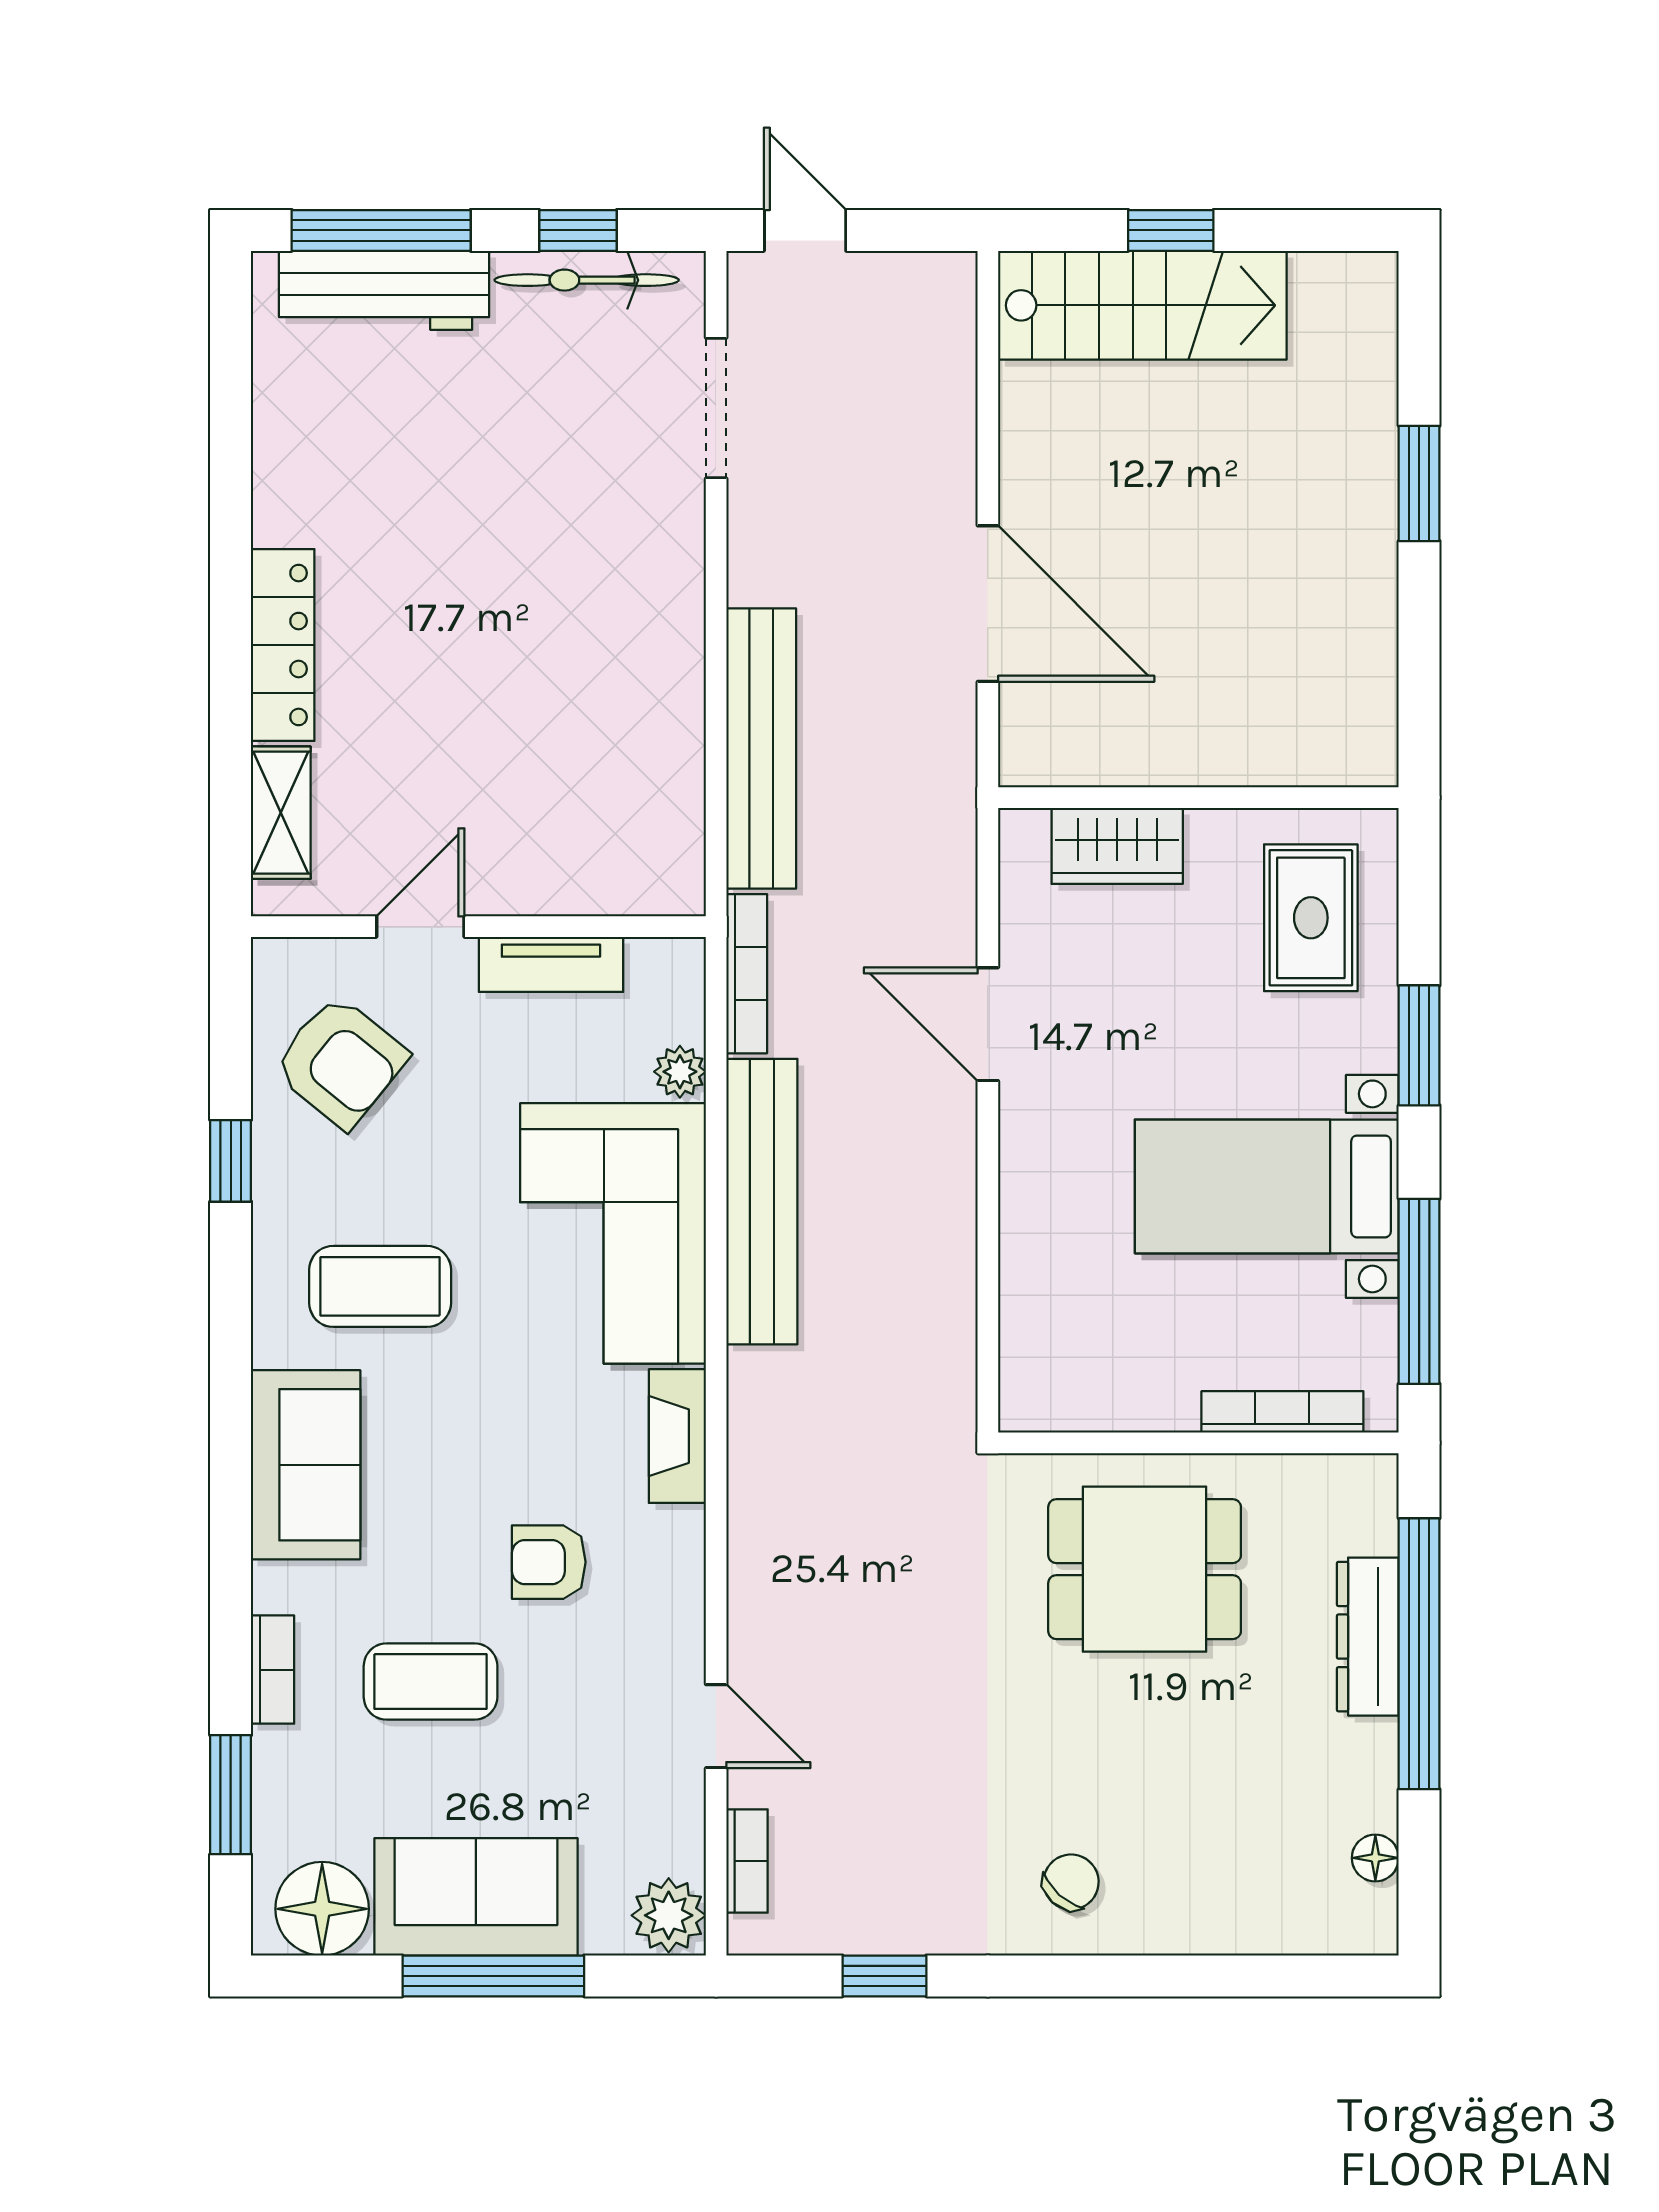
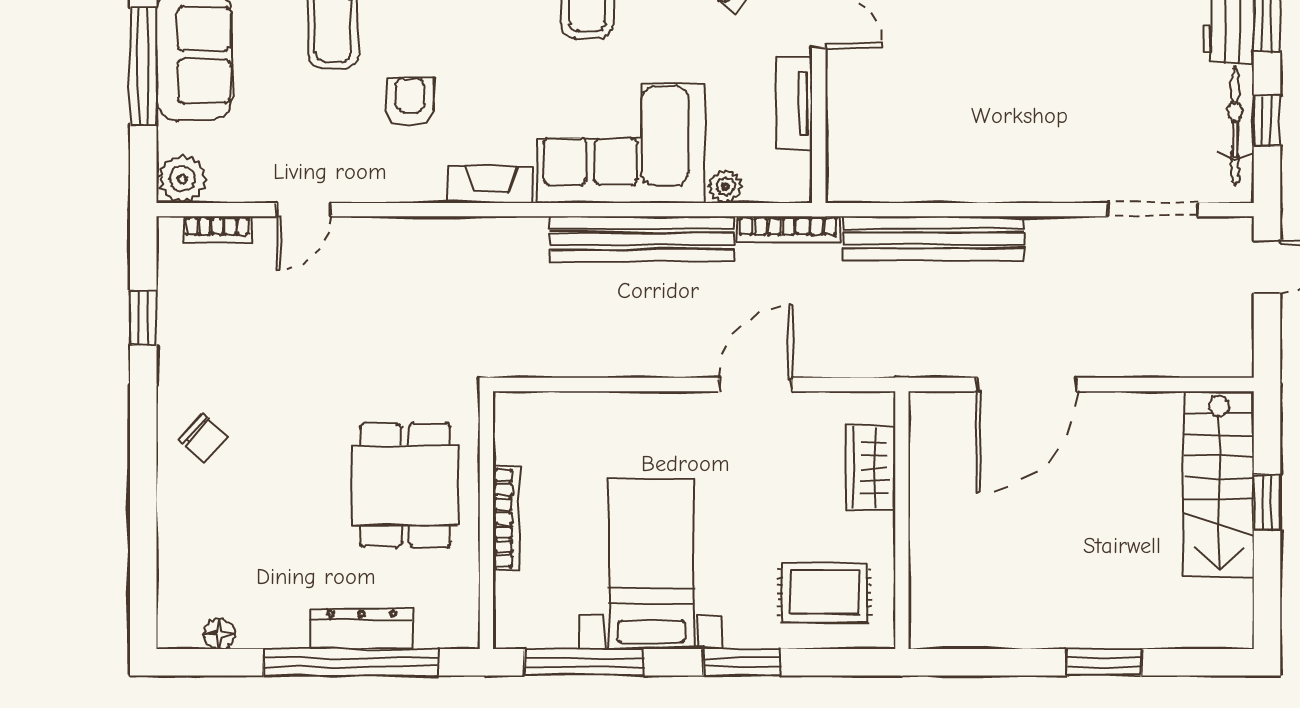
bookcase: (1282, 1412) -> (506, 518), moved

